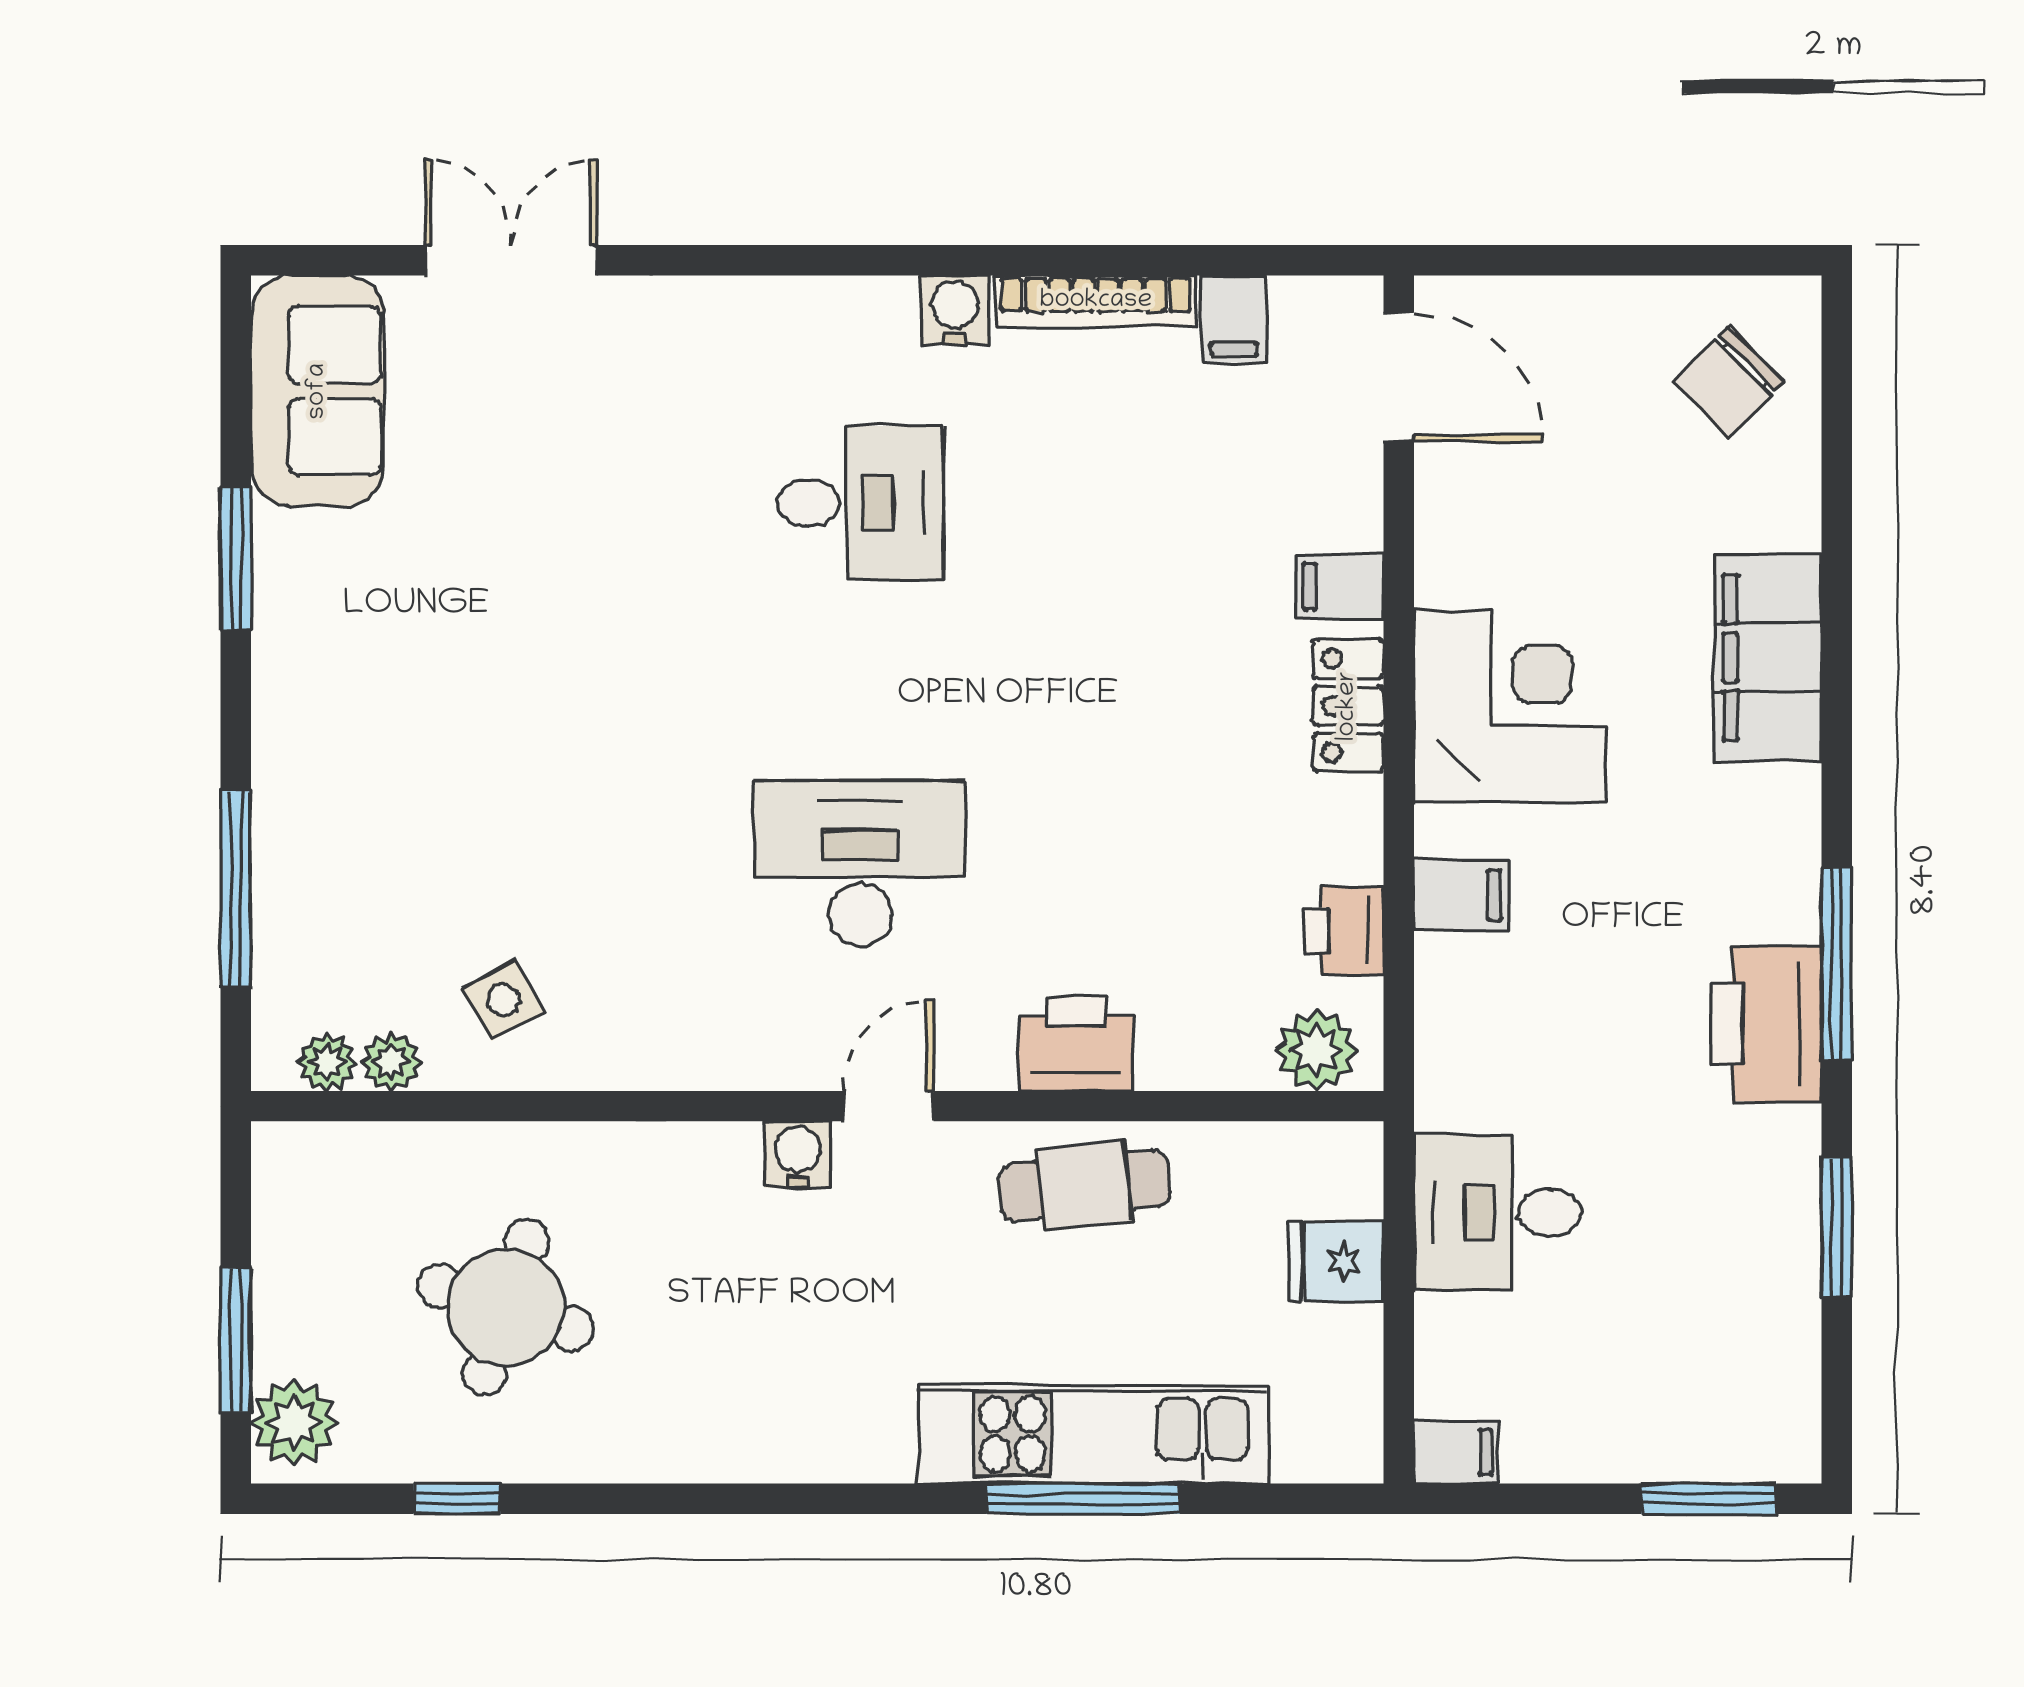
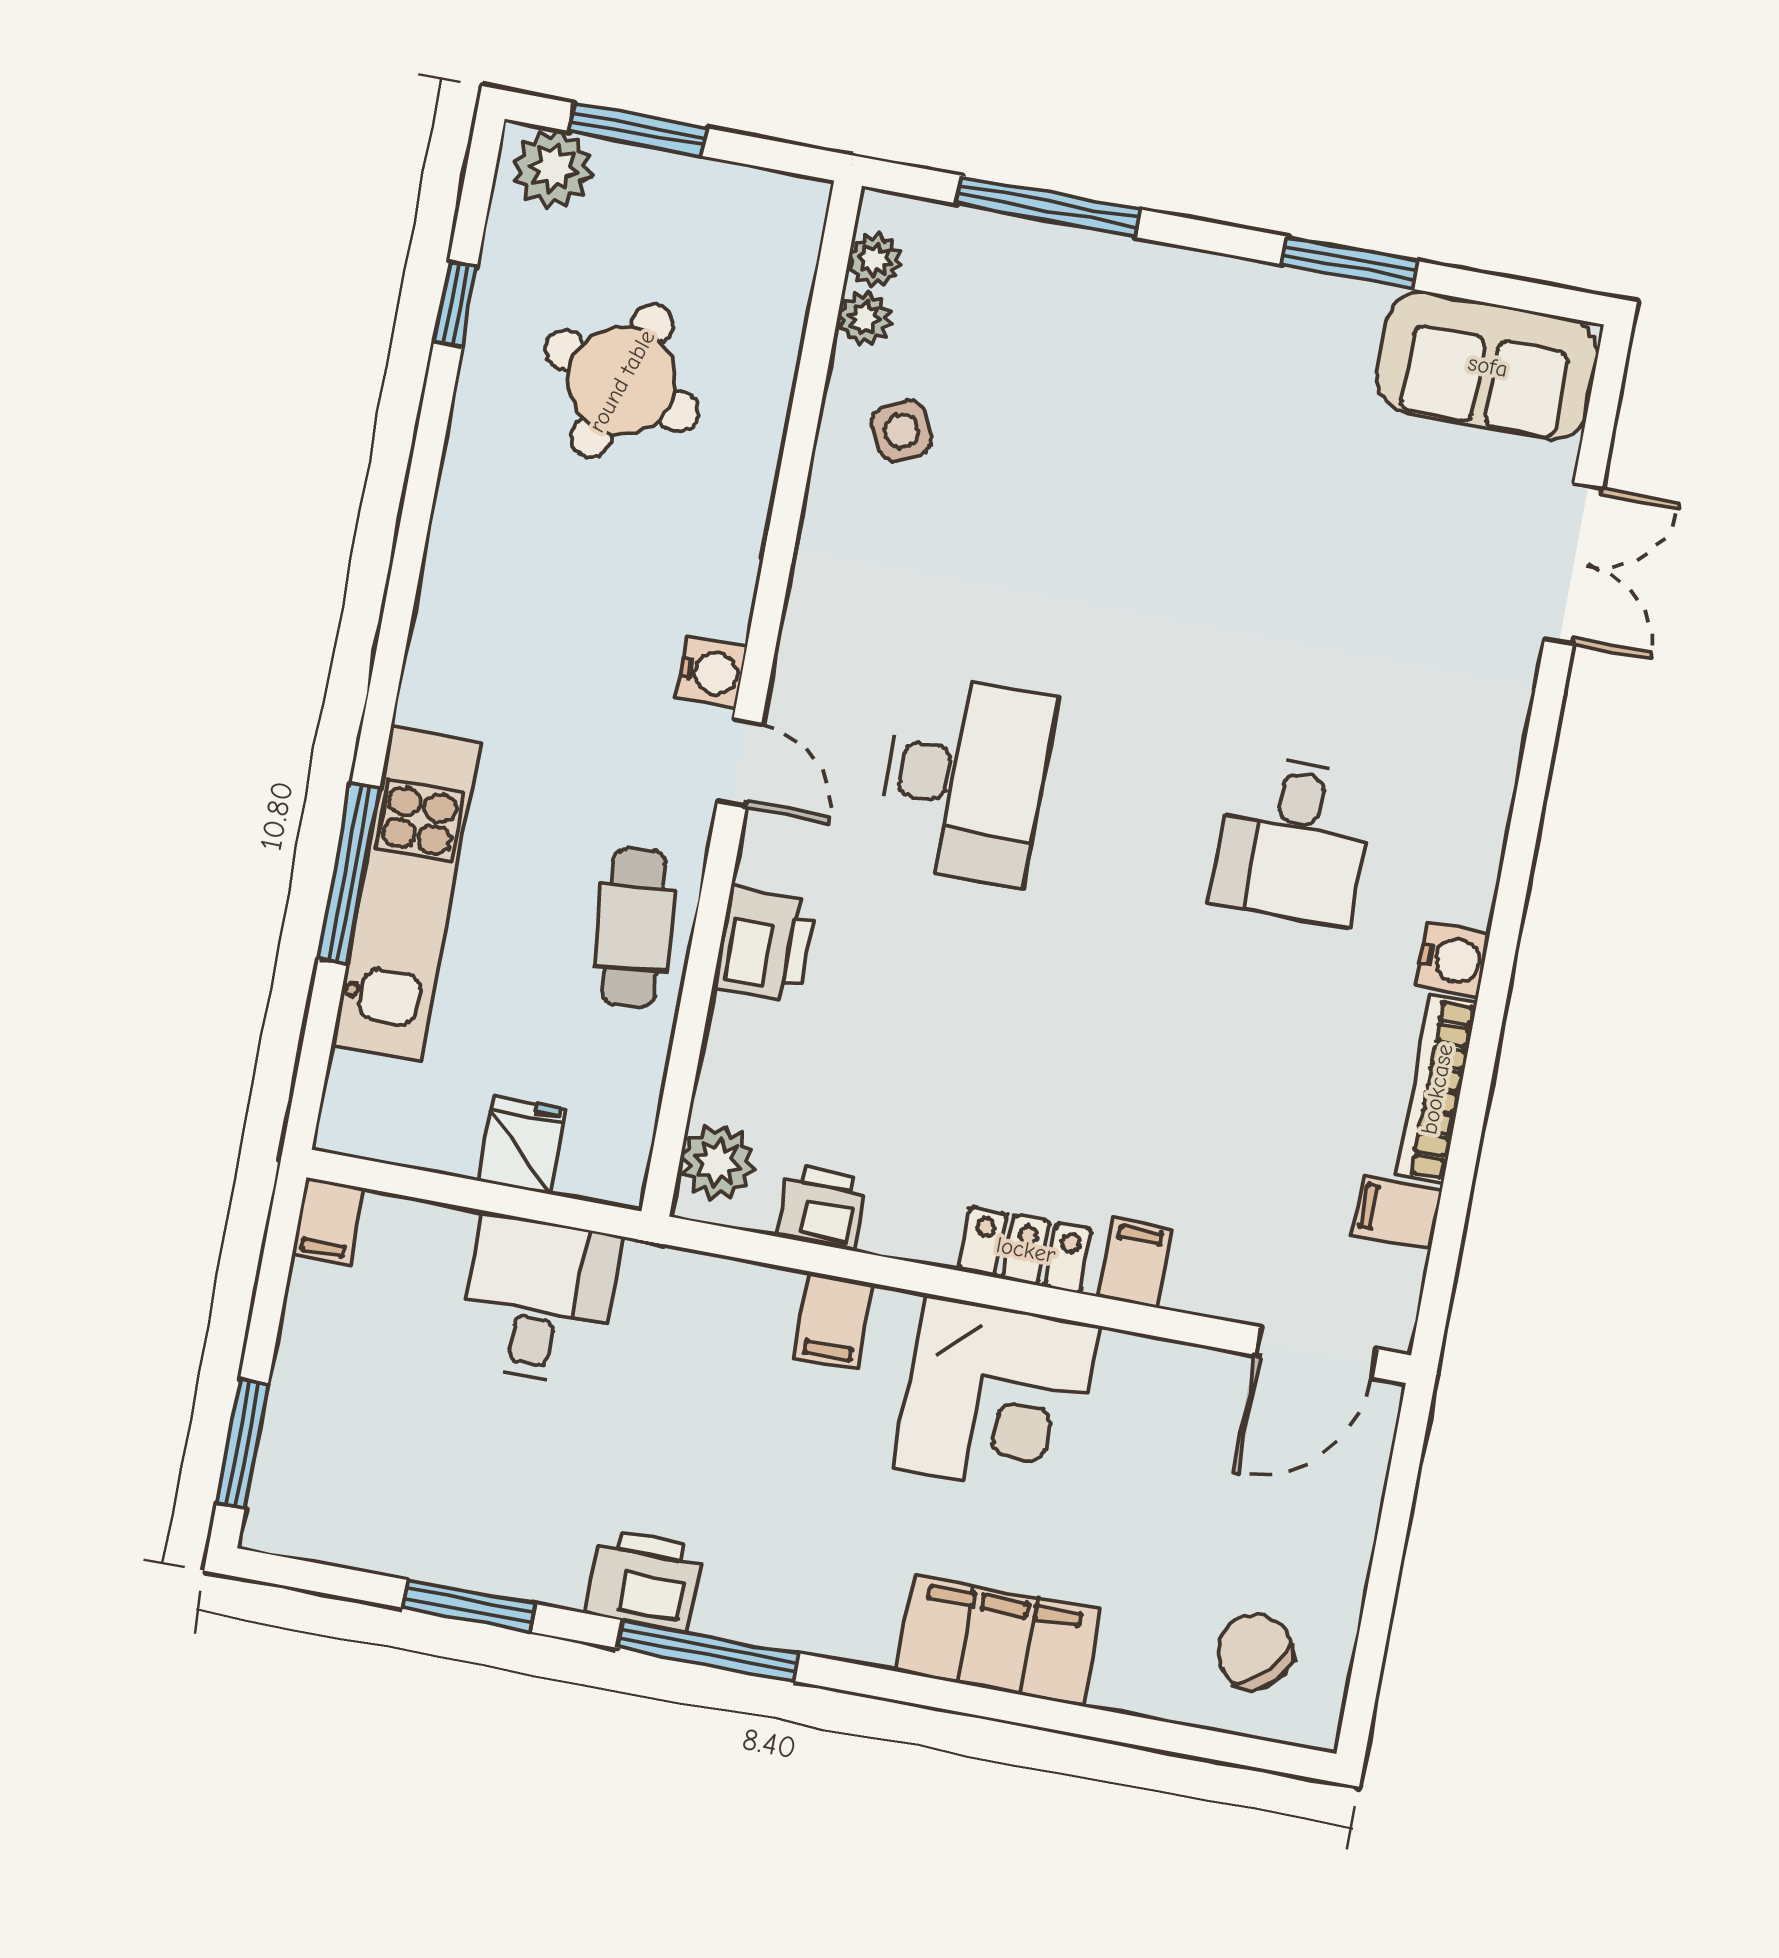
printer: (1766, 1024) -> (644, 1580), width x0.73, depth x0.84

